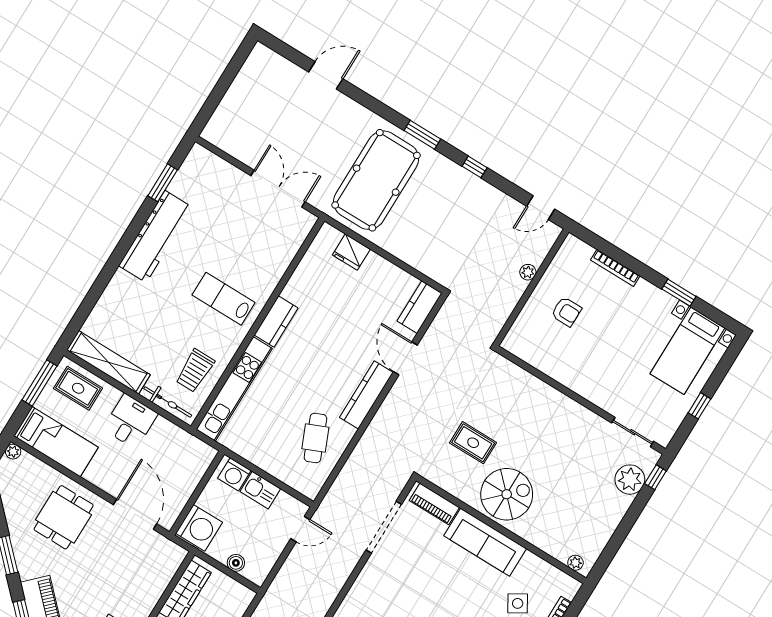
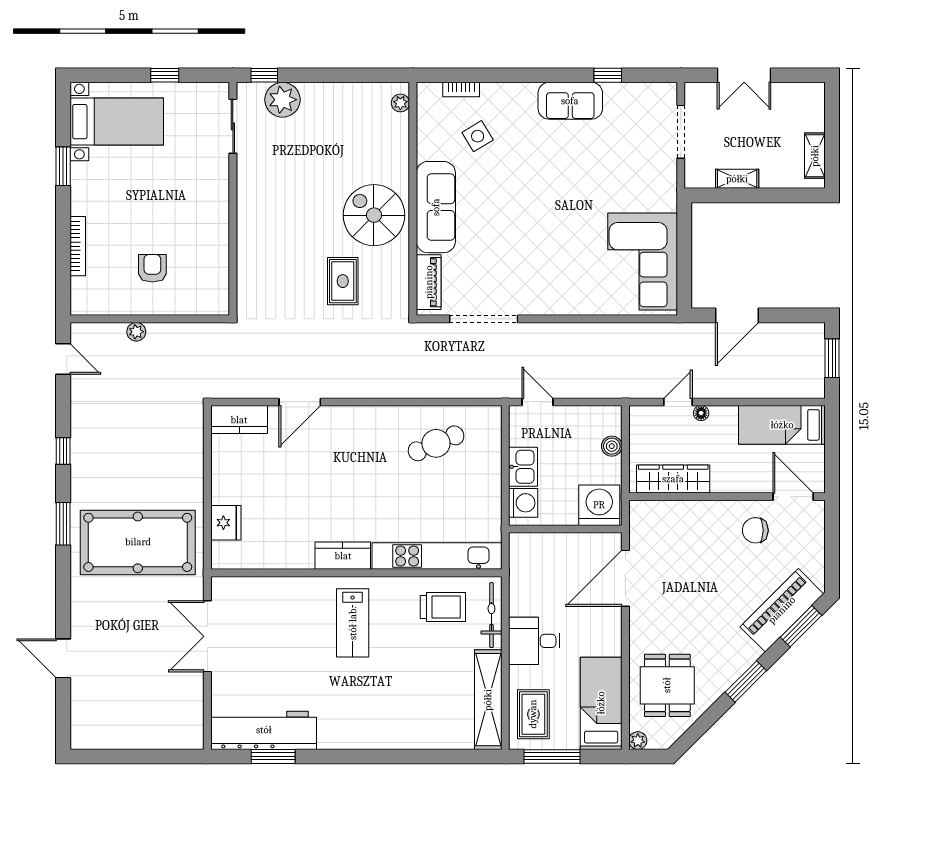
workbench: (156, 237) -> (264, 730), moved
kitchen counter: (366, 395) -> (361, 419), removed
dining table: (64, 517) -> (667, 685), moved, turned 90

